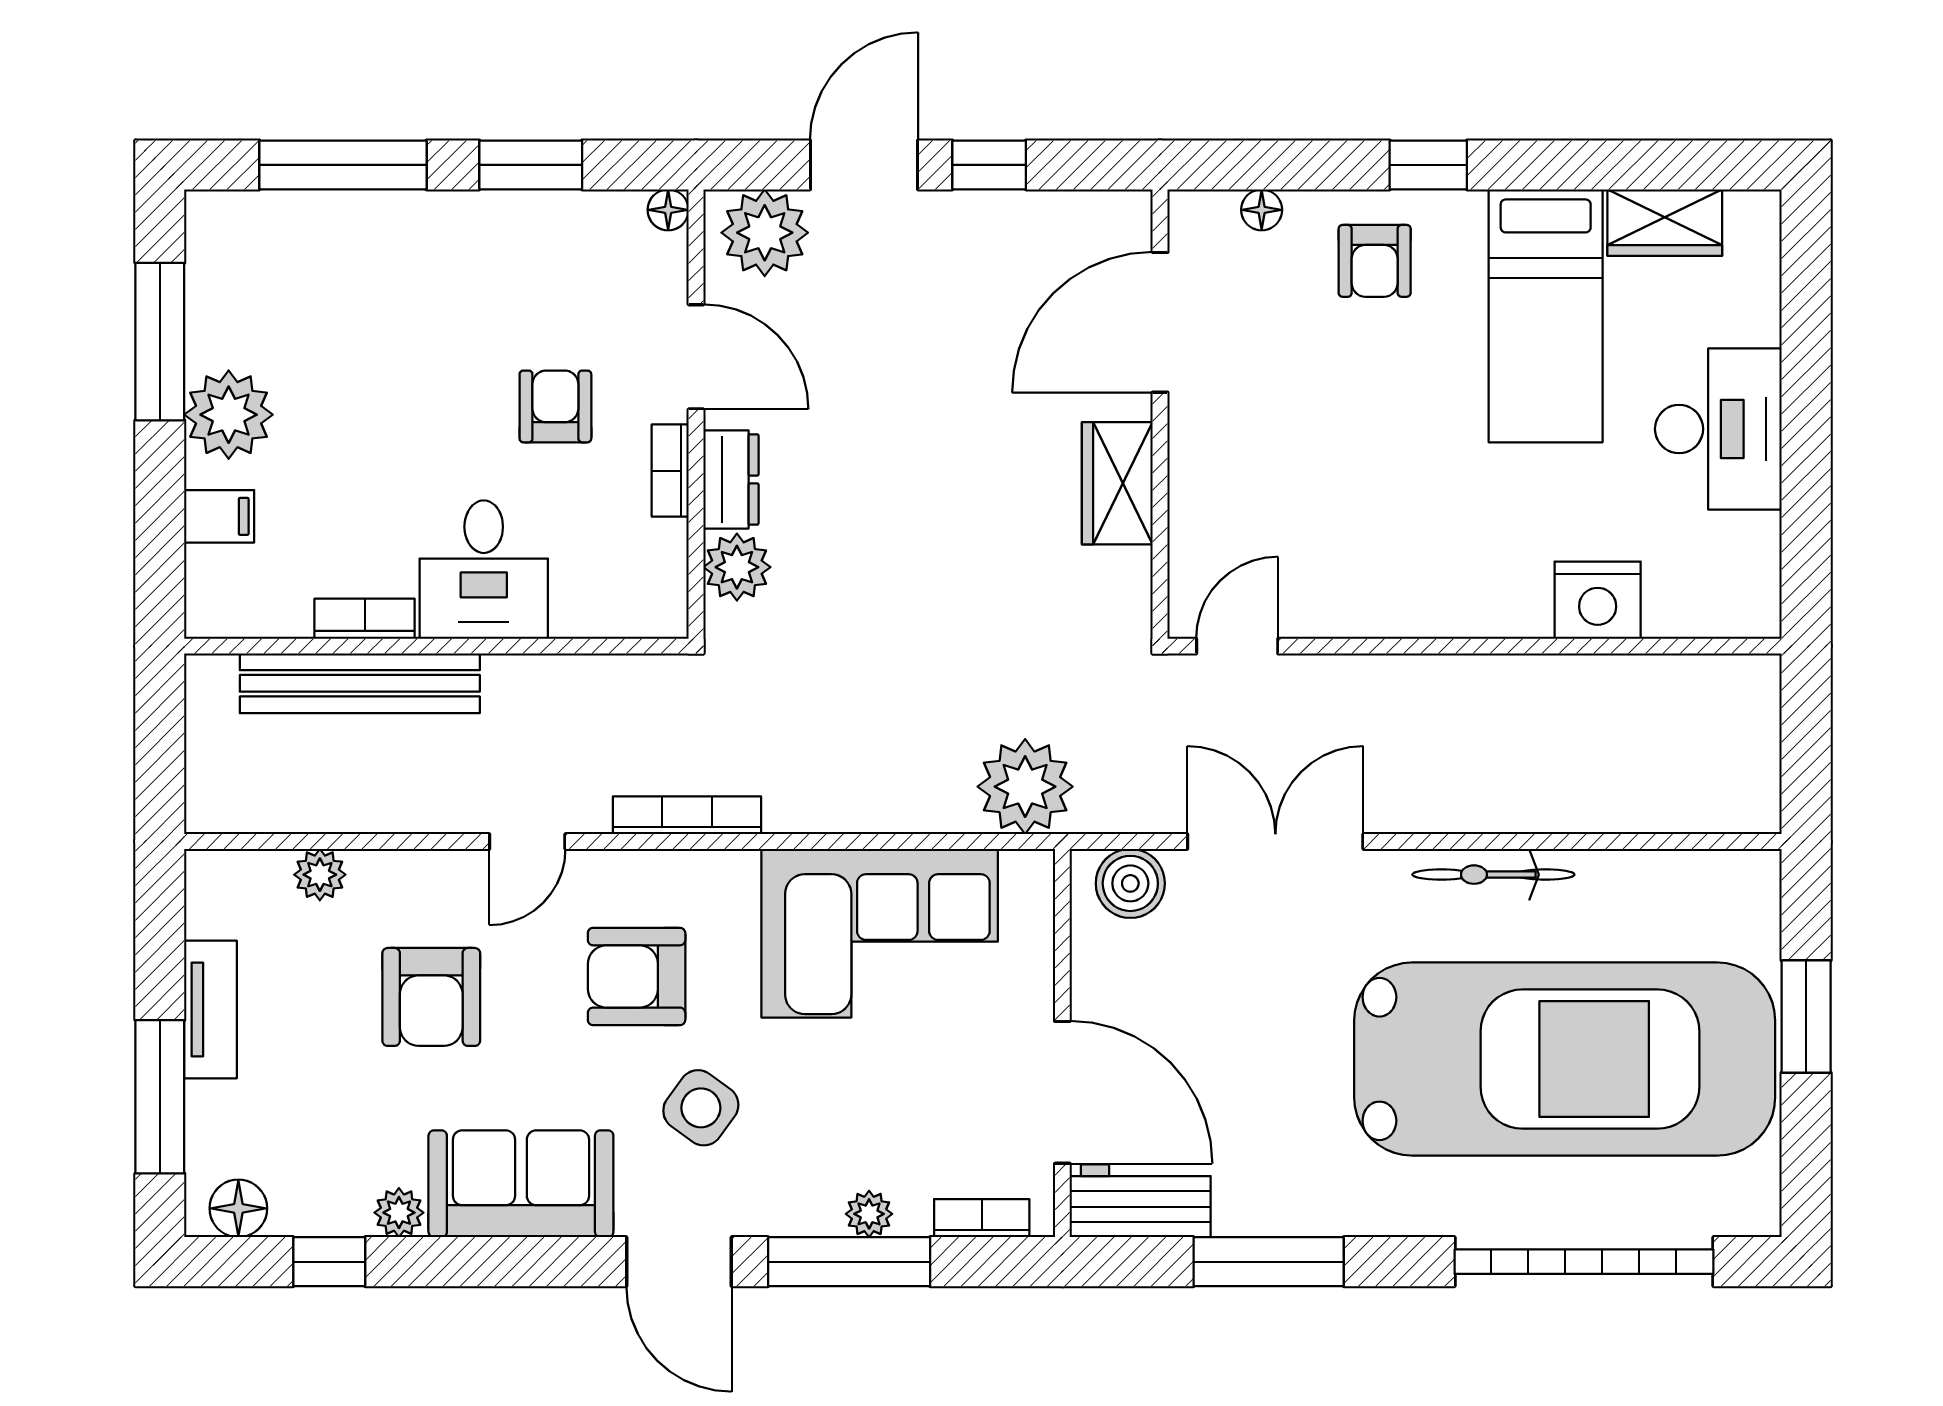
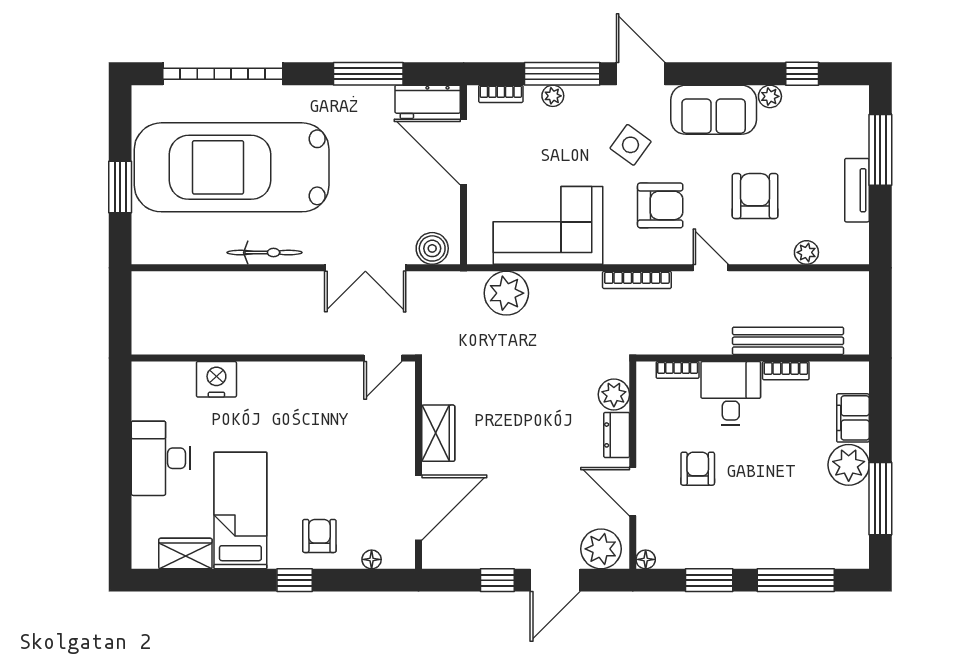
armchair: (555, 406) -> (698, 469), turned 180
bookcase: (670, 471) -> (678, 370), moved, turned 90
filing cabinet: (219, 516) -> (853, 418), width x2.00
plant: (1025, 787) -> (506, 293), moved
door: (527, 842) -> (711, 268), hinge flipped
floor lamp: (238, 1208) -> (844, 98), removed

